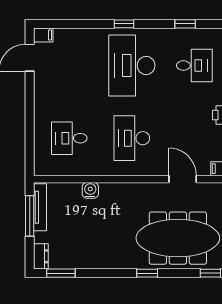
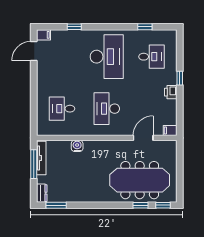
window: (124, 24) -> (74, 27), moved
desk: (132, 65) -> (107, 57), turned 180
door: (183, 179) -> (143, 138), hinge flipped
window: (147, 273) -> (140, 205), moved

